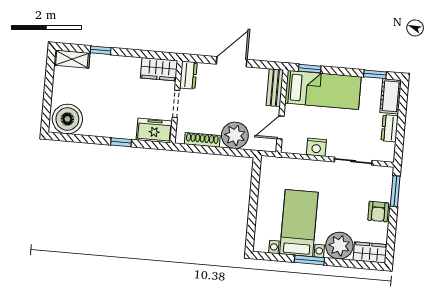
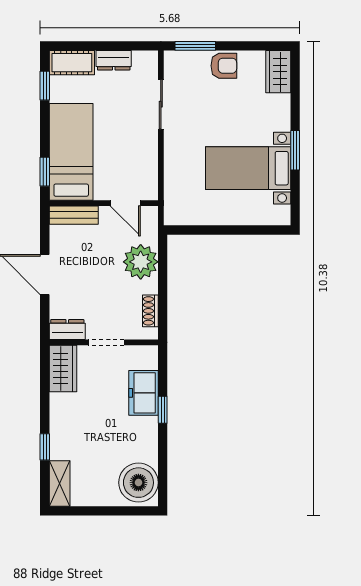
freezer: (154, 130) -> (143, 393), moved
shoe rack: (202, 140) -> (150, 311), width x0.70
nightstand: (316, 147) -> (147, 154), removed
plant: (339, 246) -> (273, 113), removed

